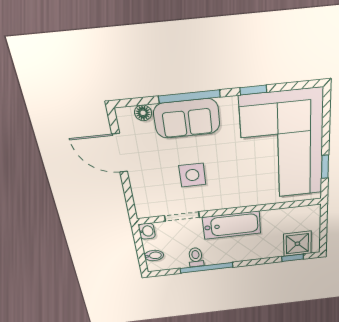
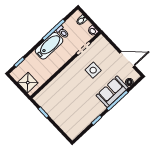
corner sofa: (282, 146) -> (68, 108), removed
bathtub: (232, 225) -> (49, 46), moved, turned 180
shower: (297, 244) -> (28, 83), moved

